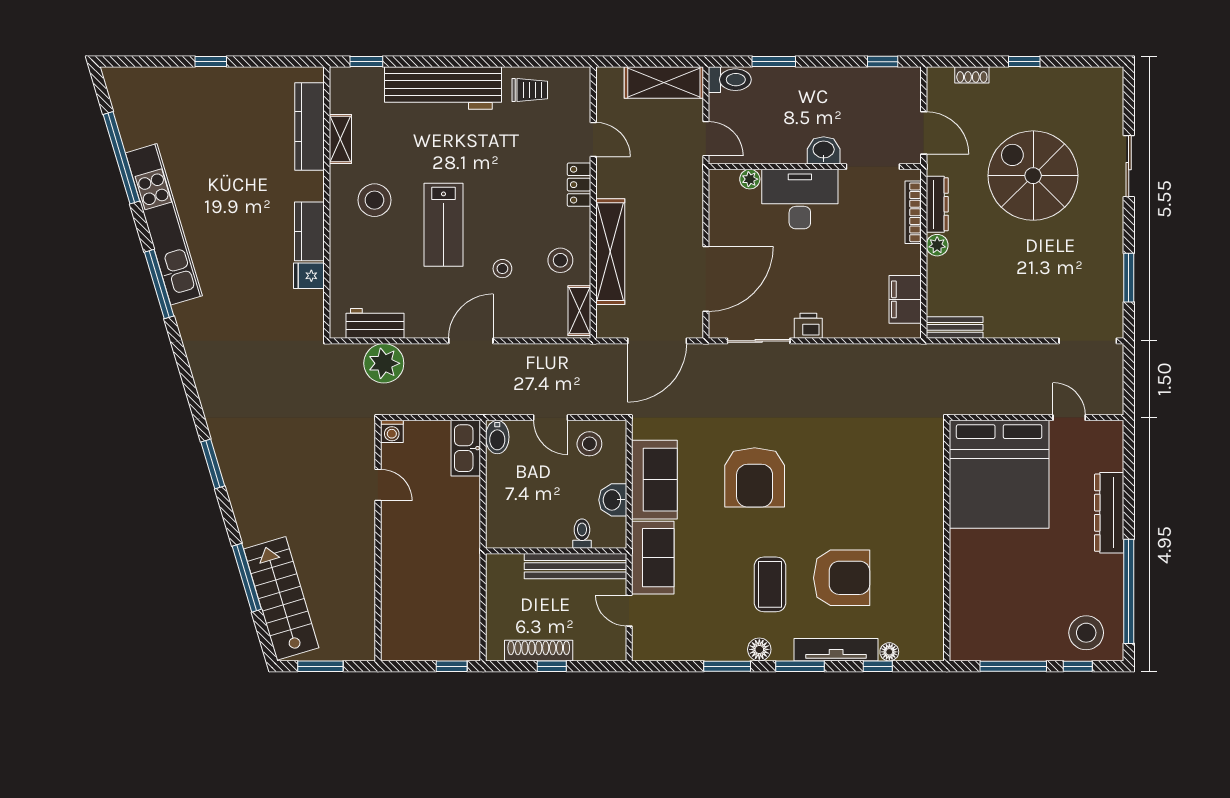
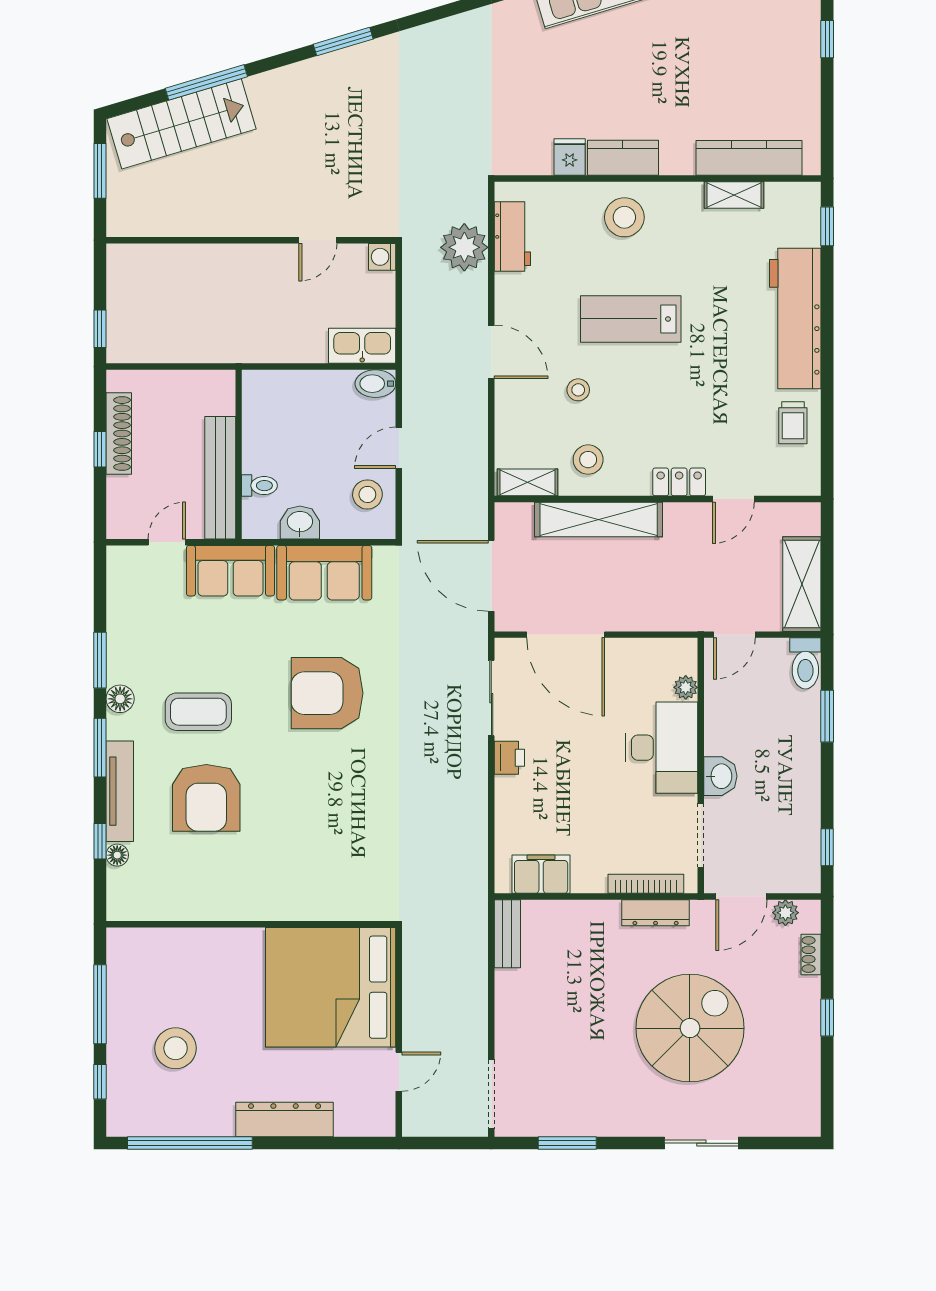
stool: (374, 200) -> (624, 217), moved
plant: (937, 245) -> (785, 913), moved
stool: (1086, 633) -> (176, 1048), moved

